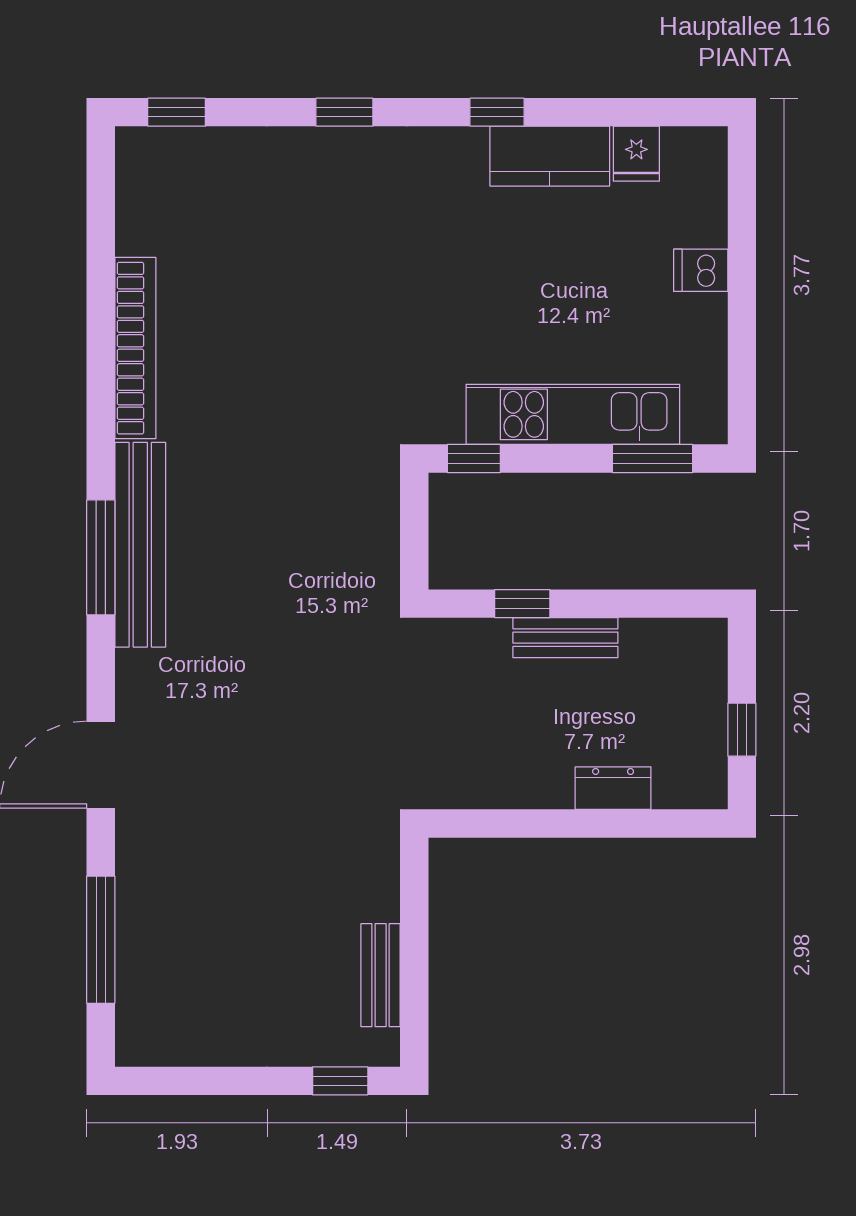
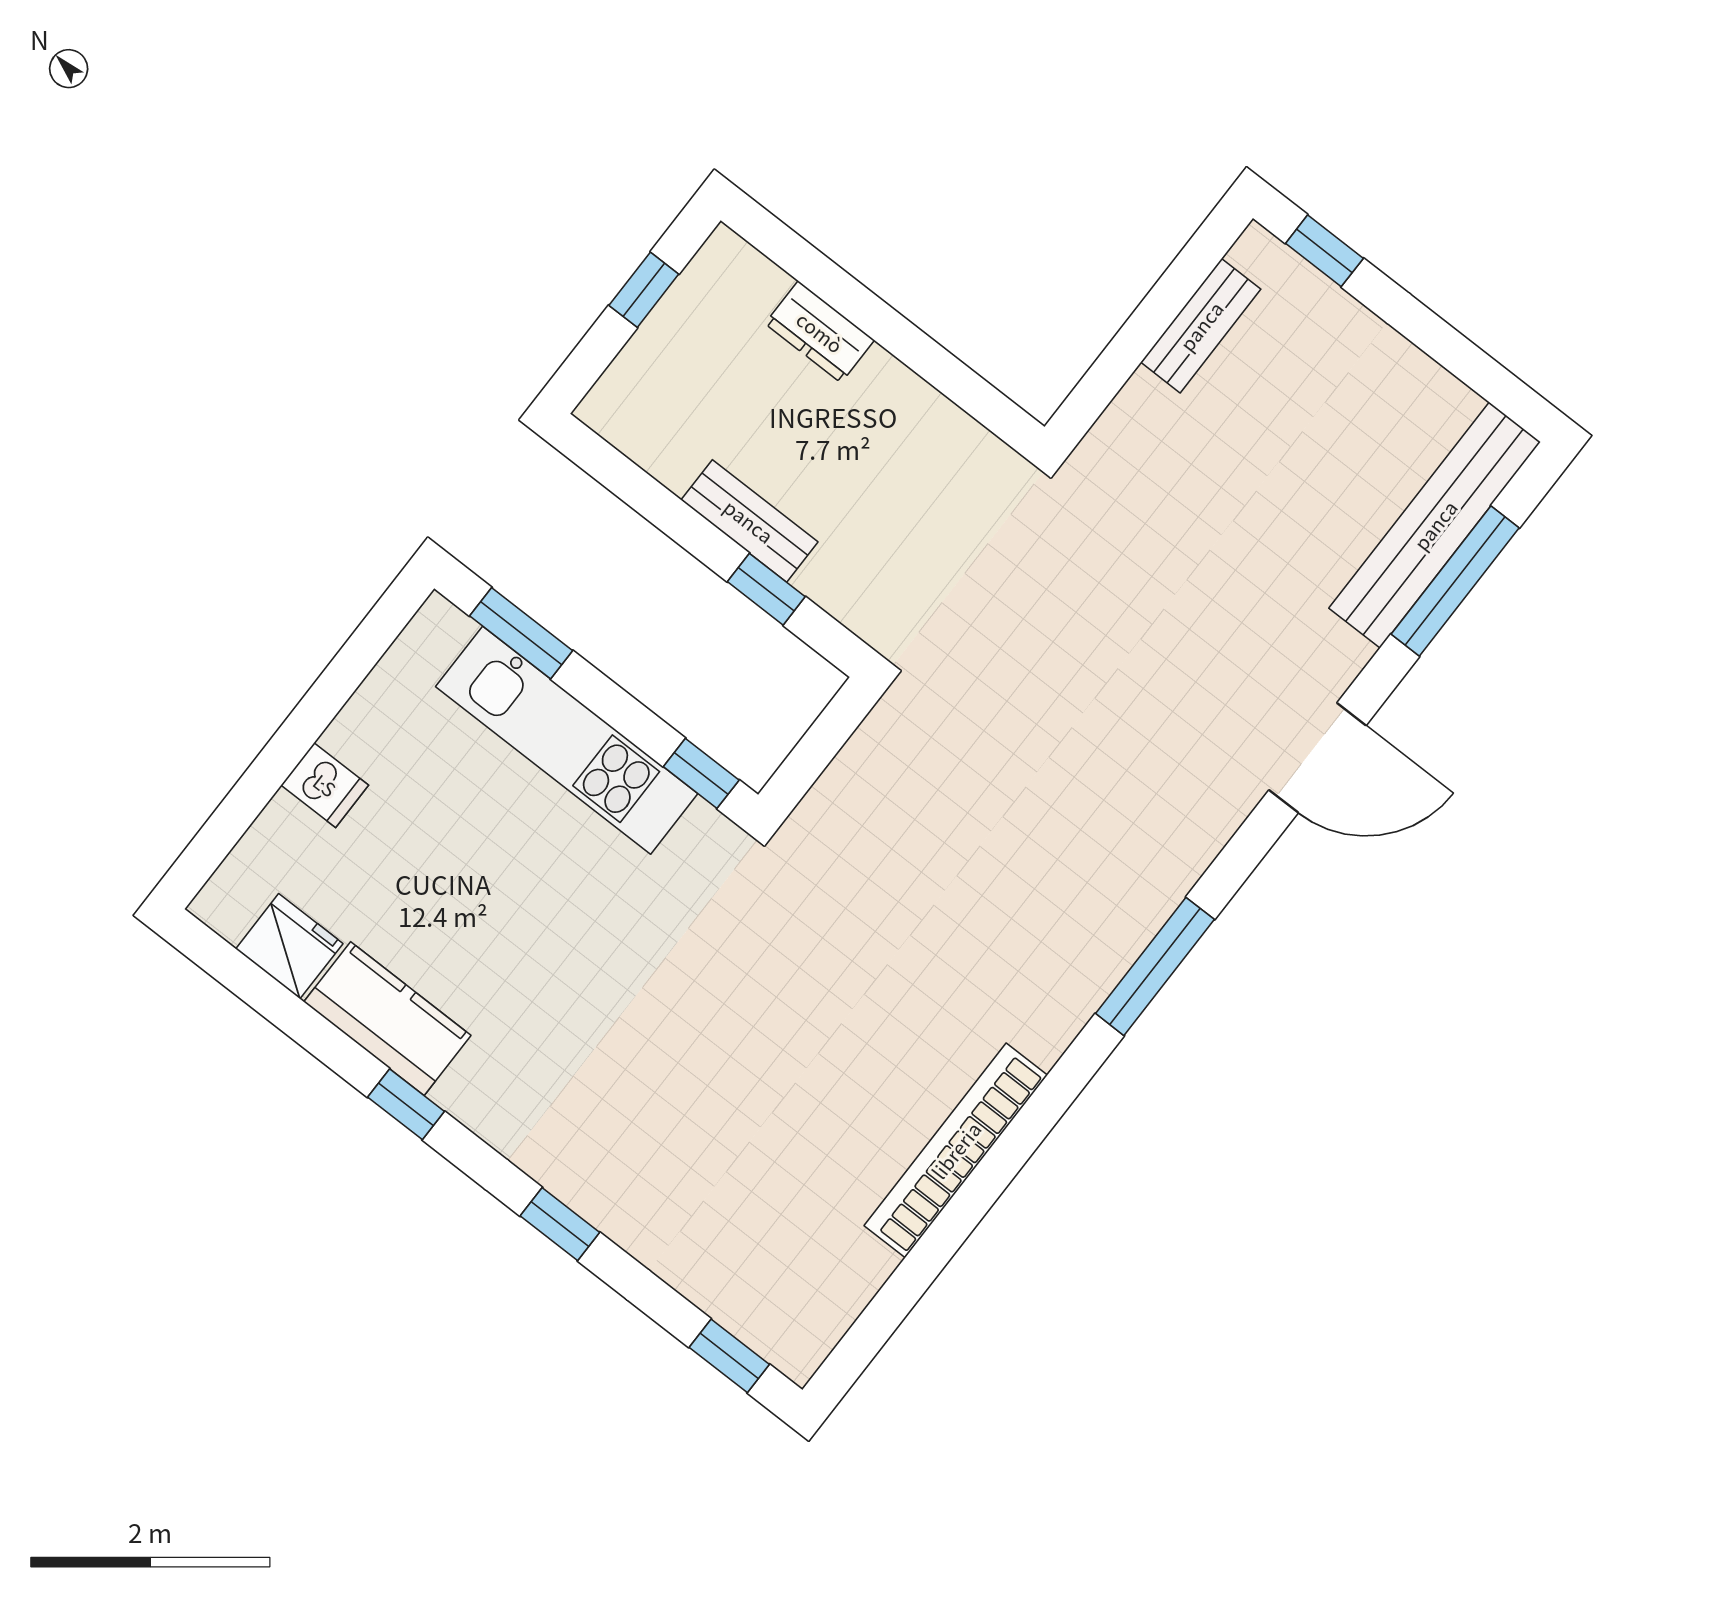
fridge: (636, 154) -> (289, 946), width x1.38
bench: (140, 545) -> (1435, 525), moved

